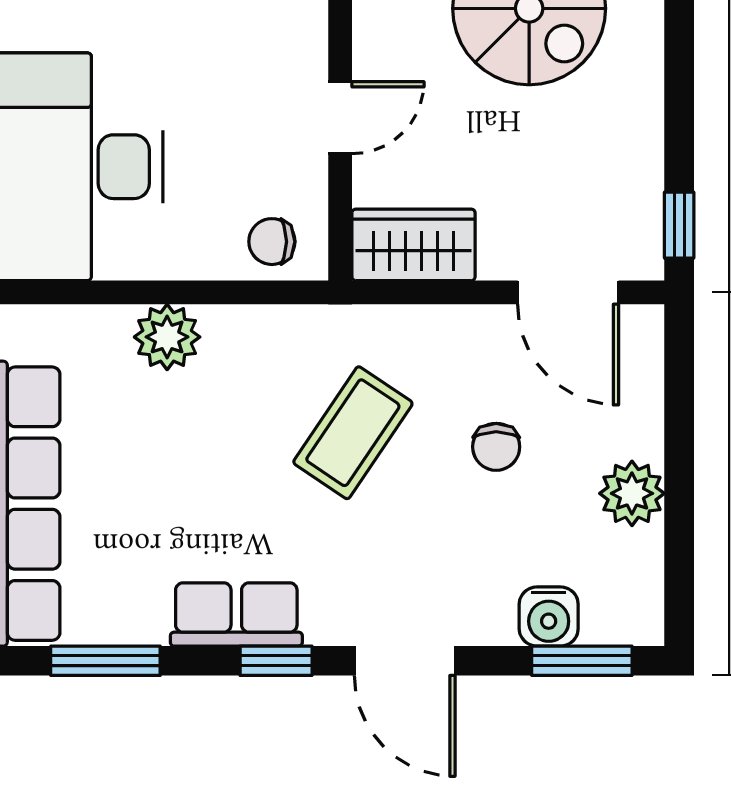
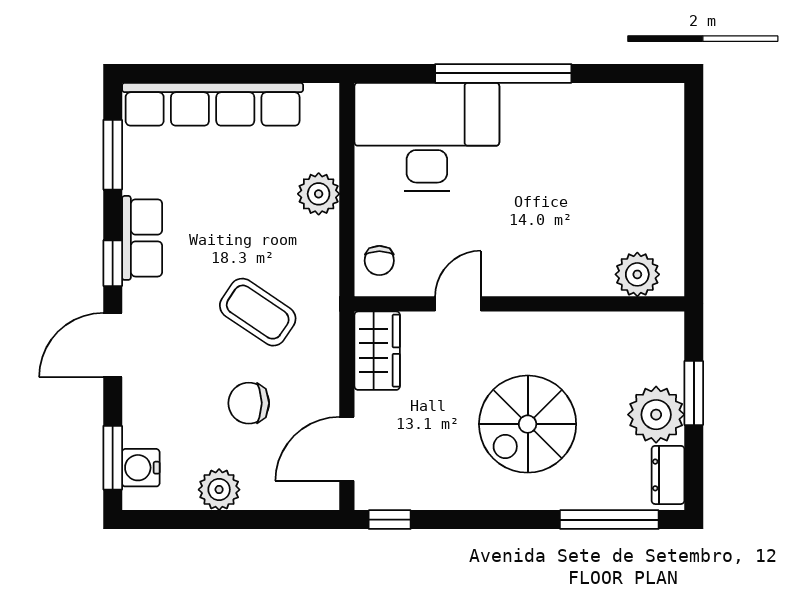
door: (340, 118) -> (458, 304), swing flipped
chair: (272, 242) -> (379, 261), turned 180
chair: (496, 447) -> (249, 403), width x1.37, depth x1.37
water cooler: (549, 616) -> (141, 468), moved

